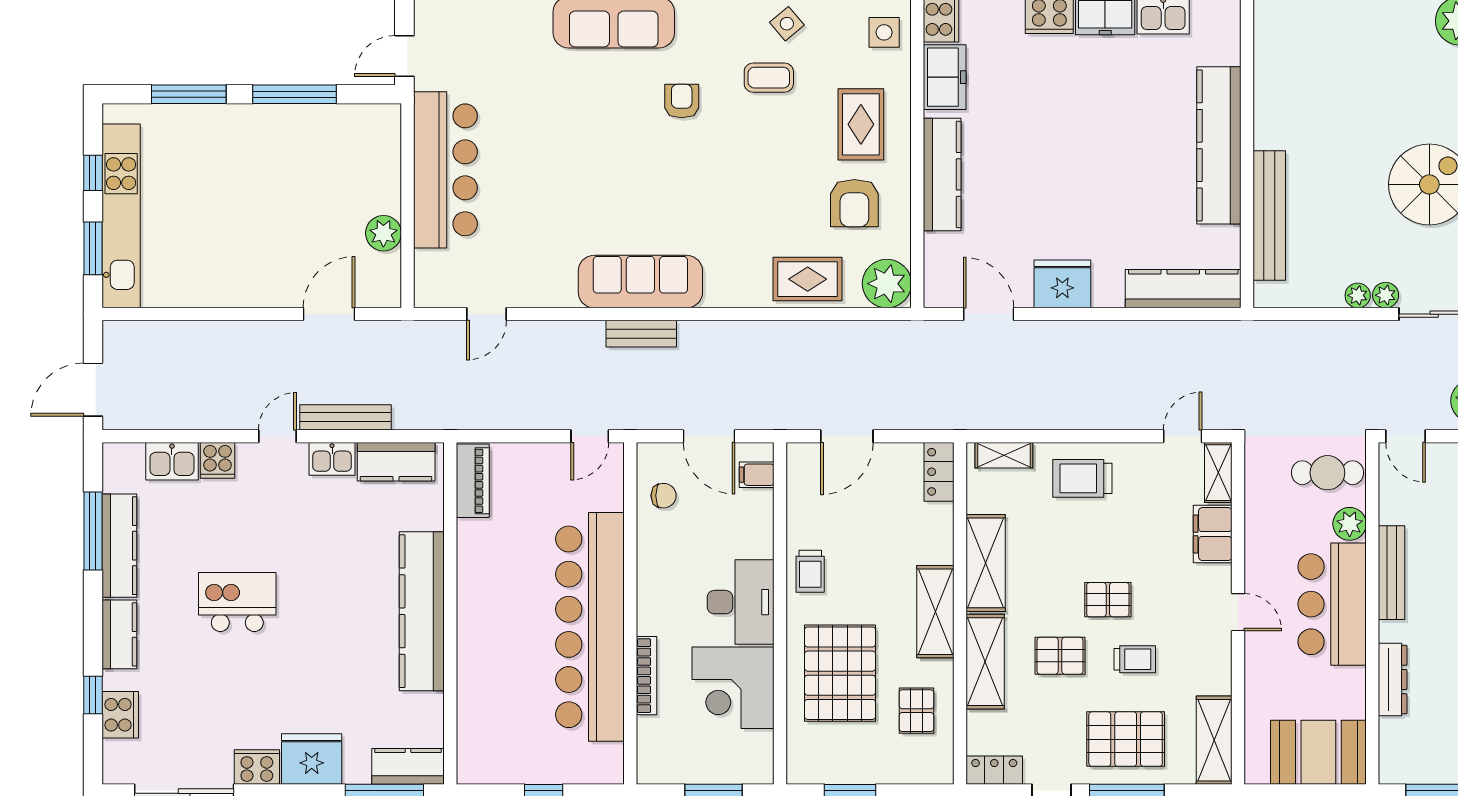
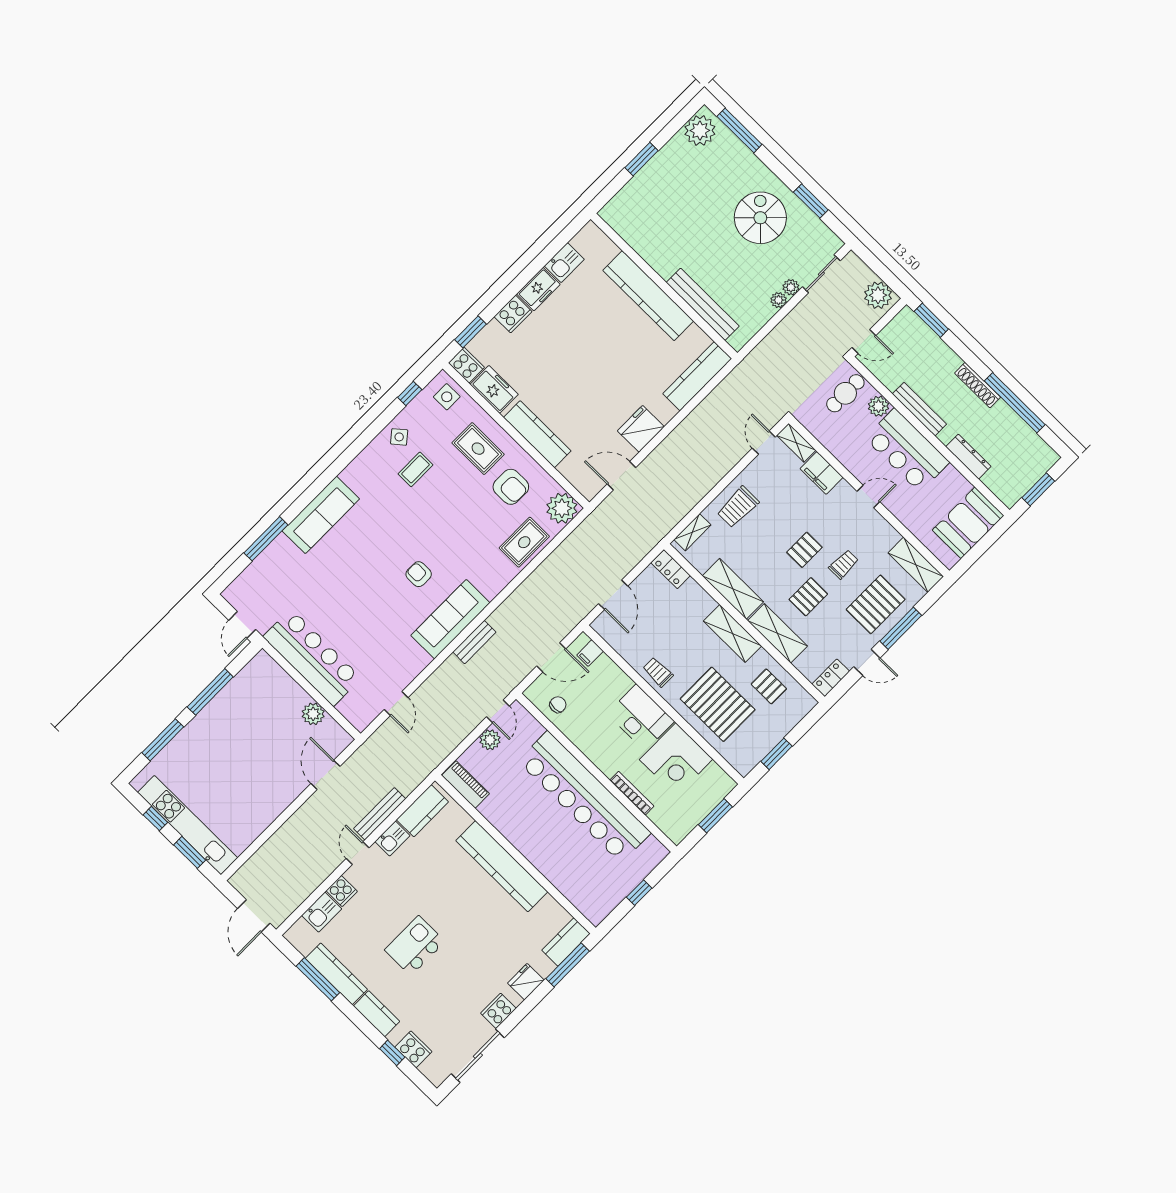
armchair: (682, 101) -> (419, 574), moved
plant: (550, 459) -> (490, 740), added
trolley: (810, 571) -> (658, 672), turned 180
fridge: (312, 759) -> (526, 982), width x0.73, depth x0.75

